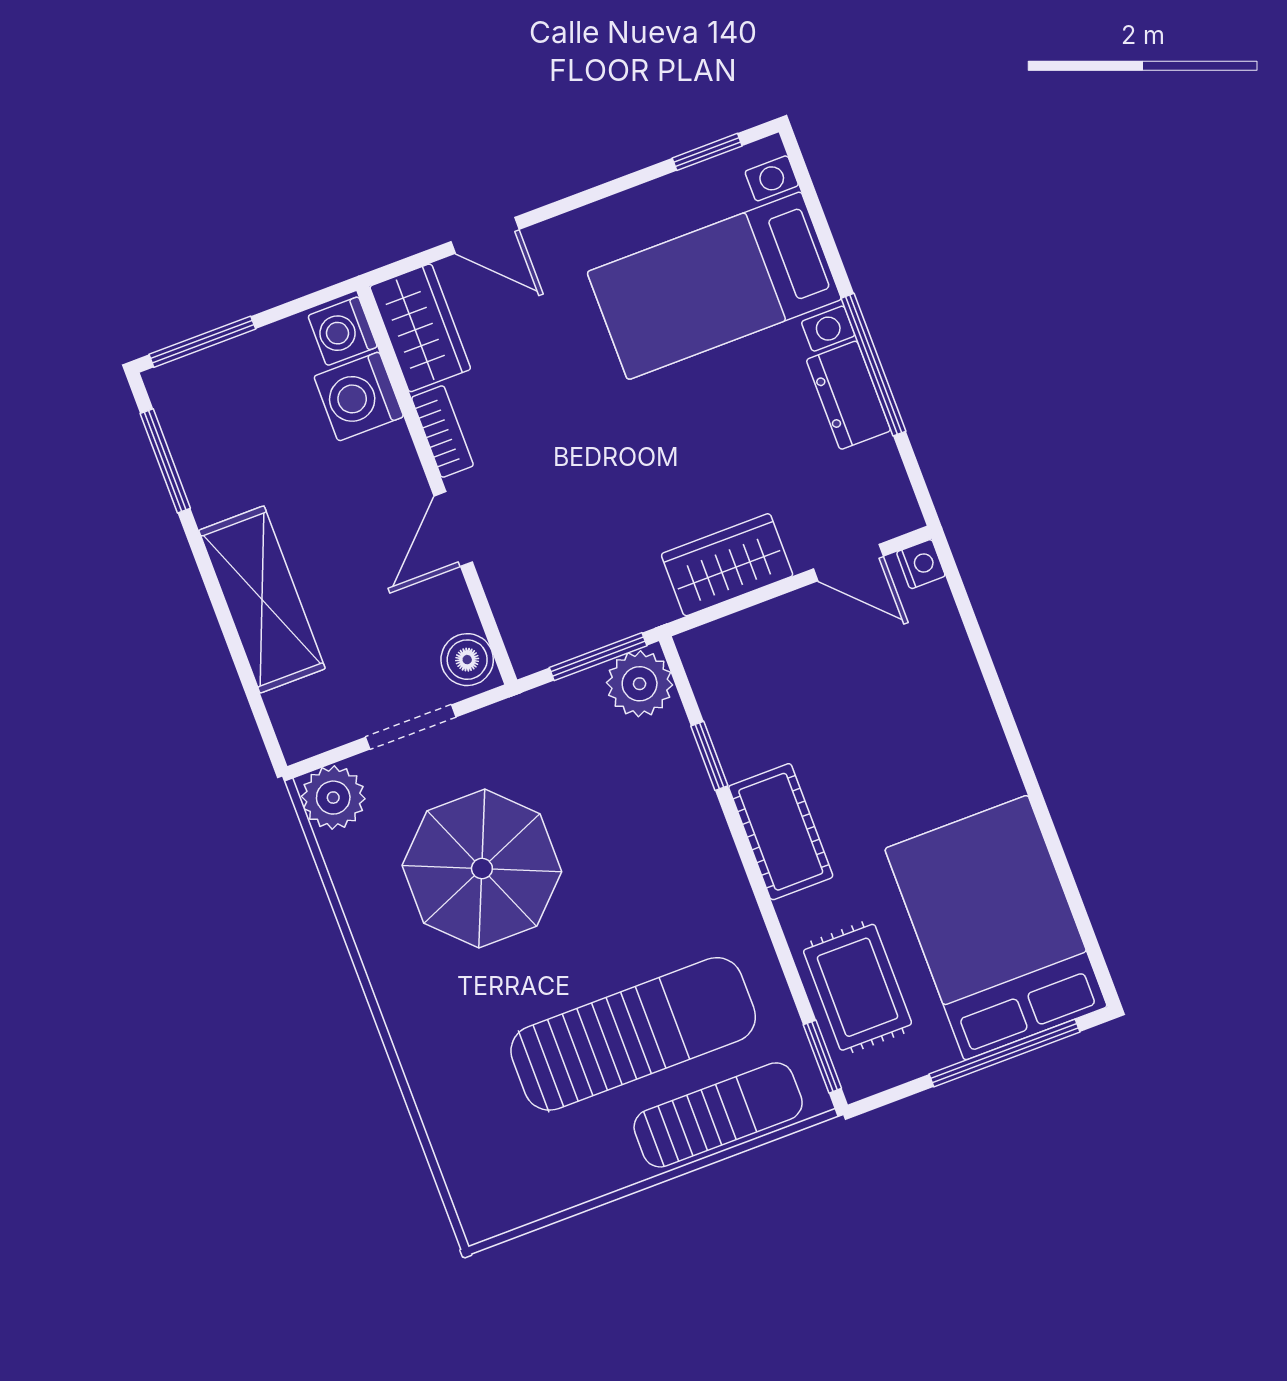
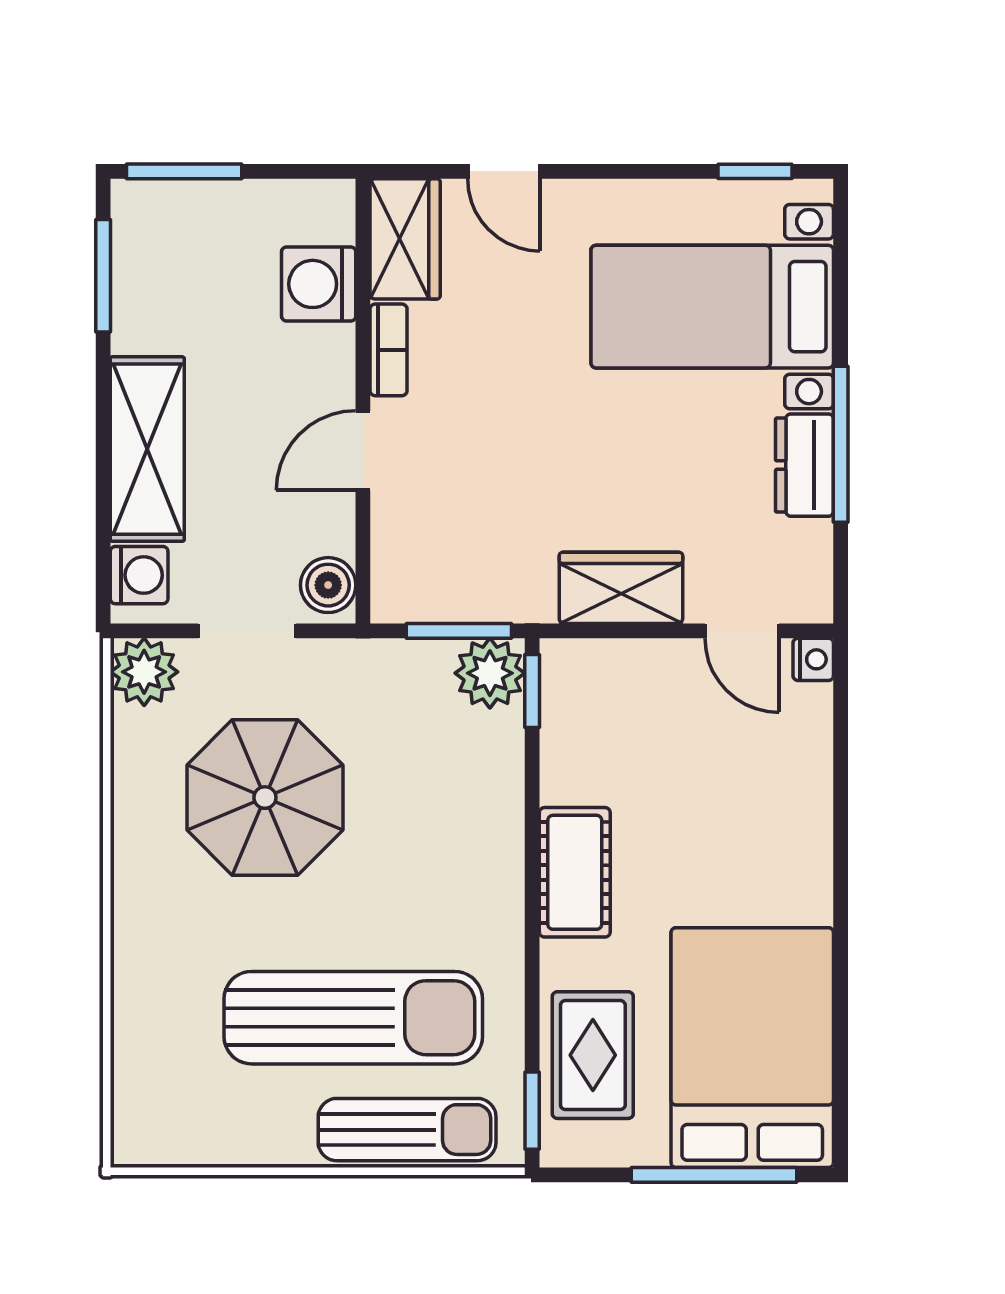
washing machine: (343, 331) -> (139, 575), moved, turned 180
window: (709, 756) -> (532, 691), moved

